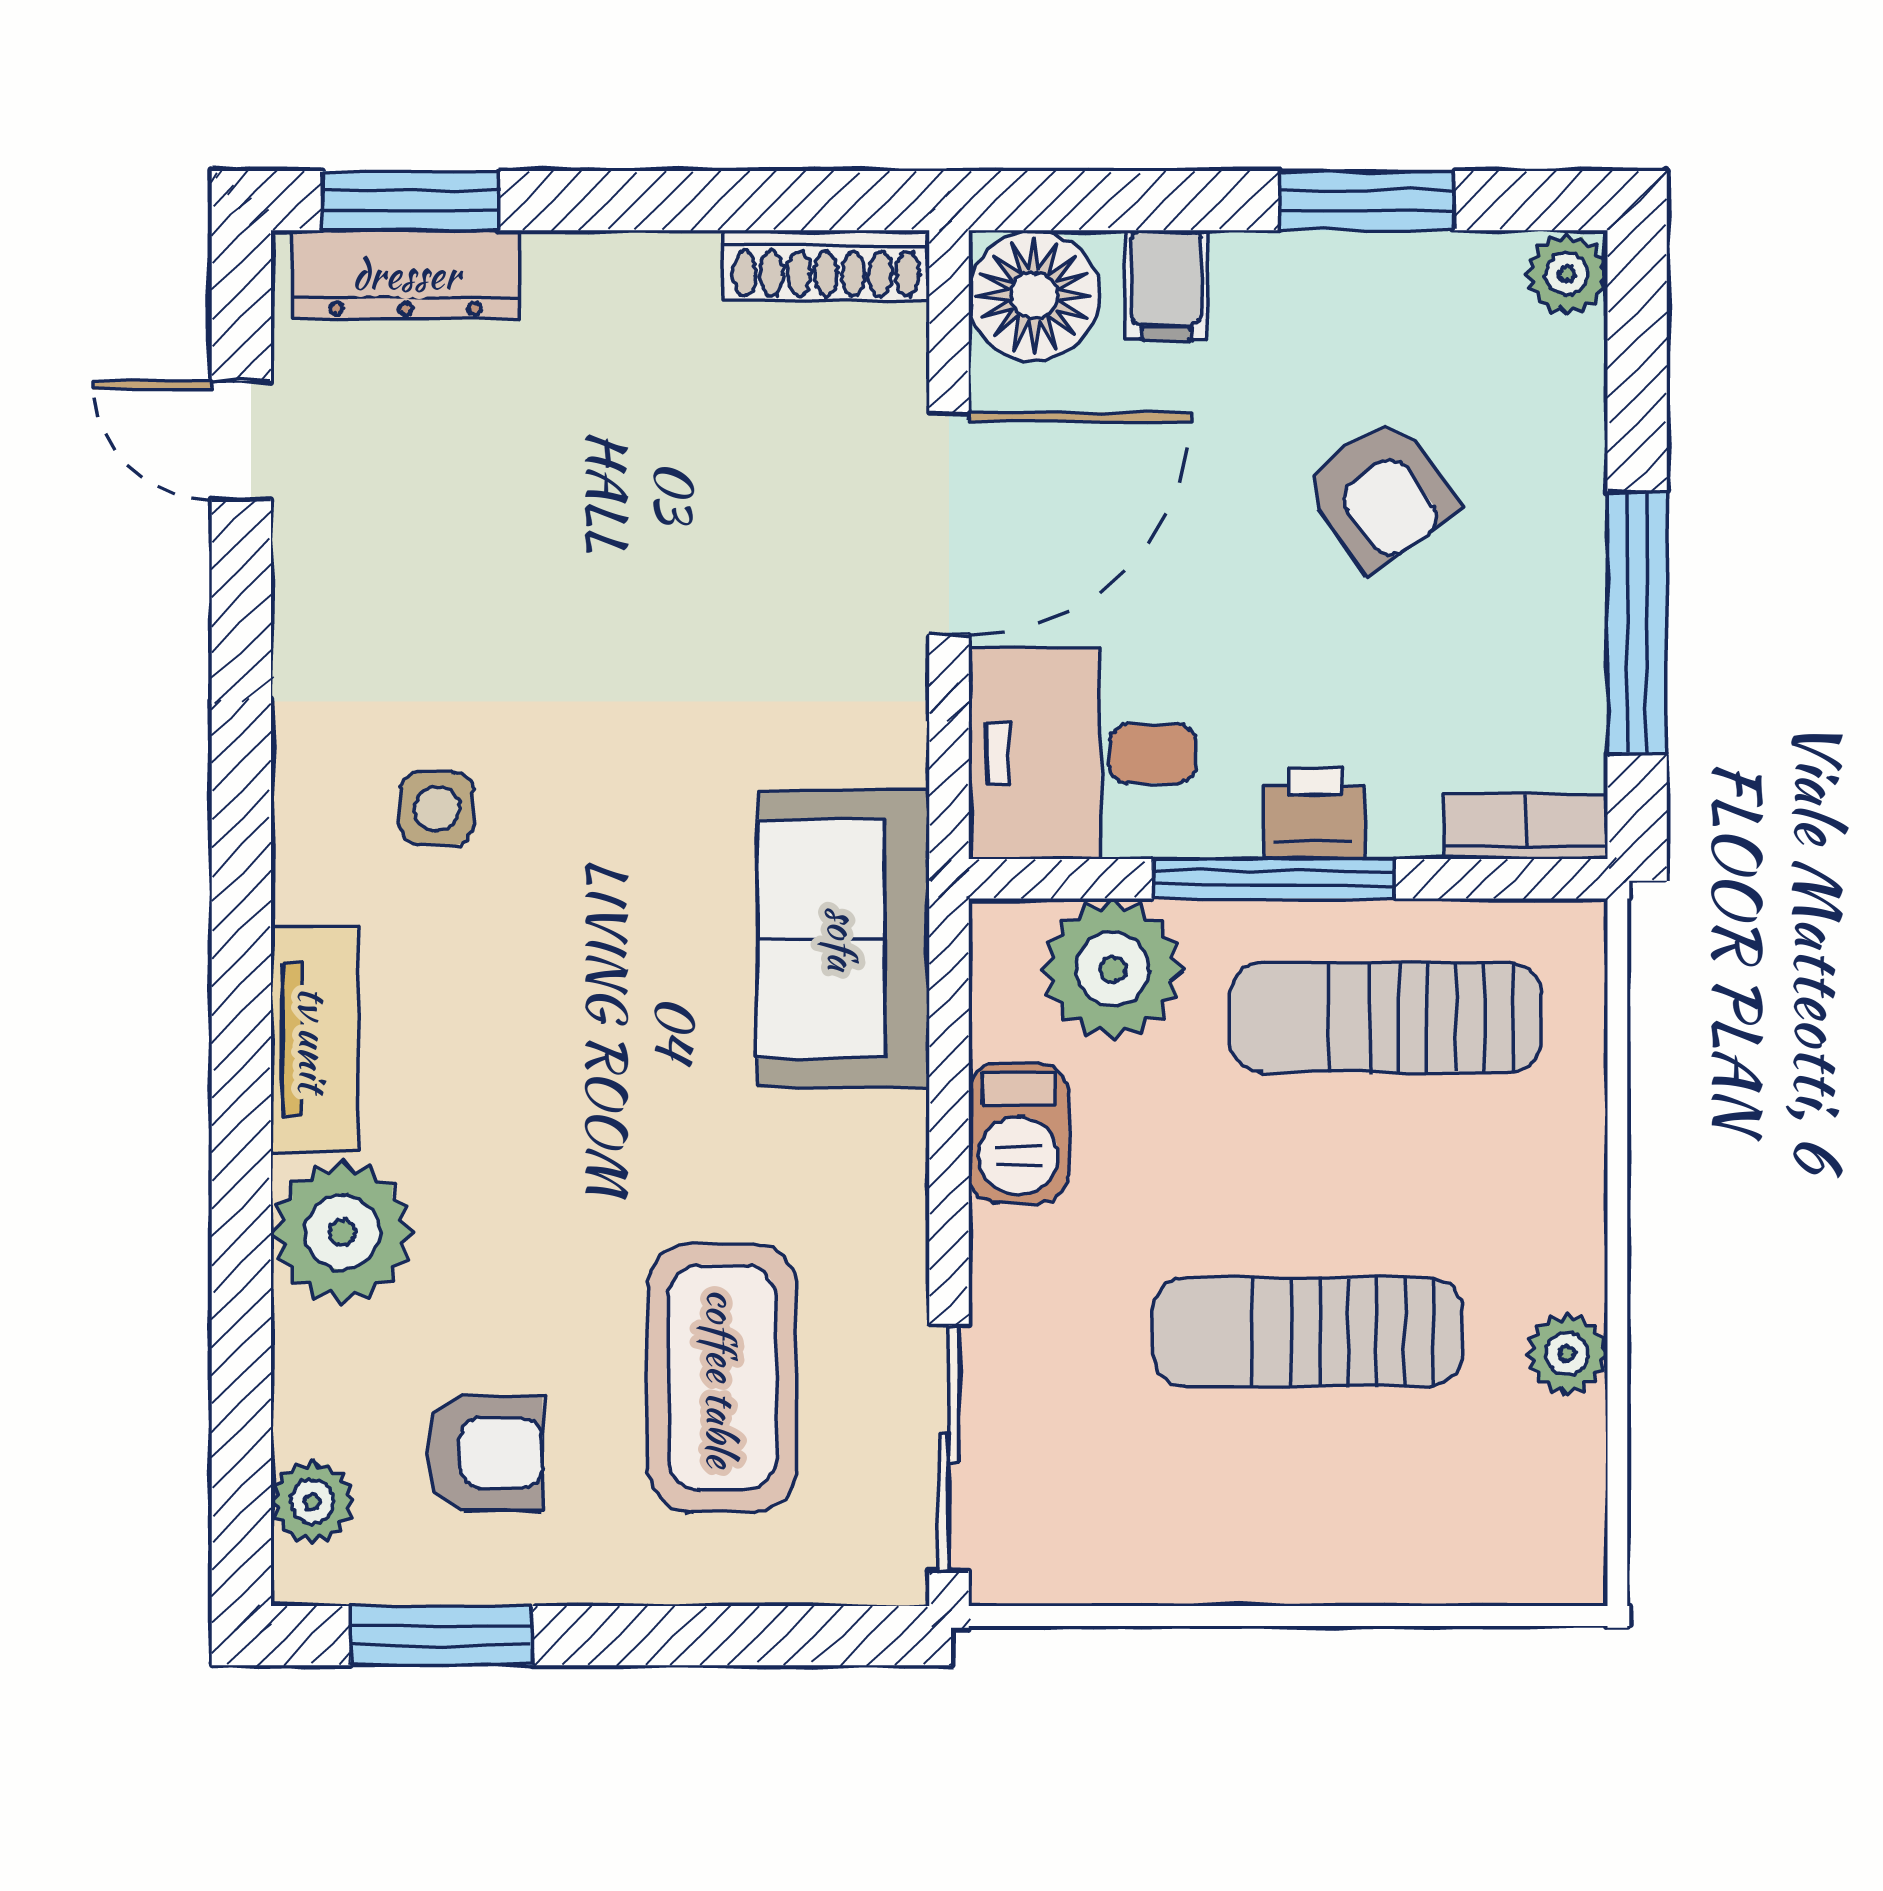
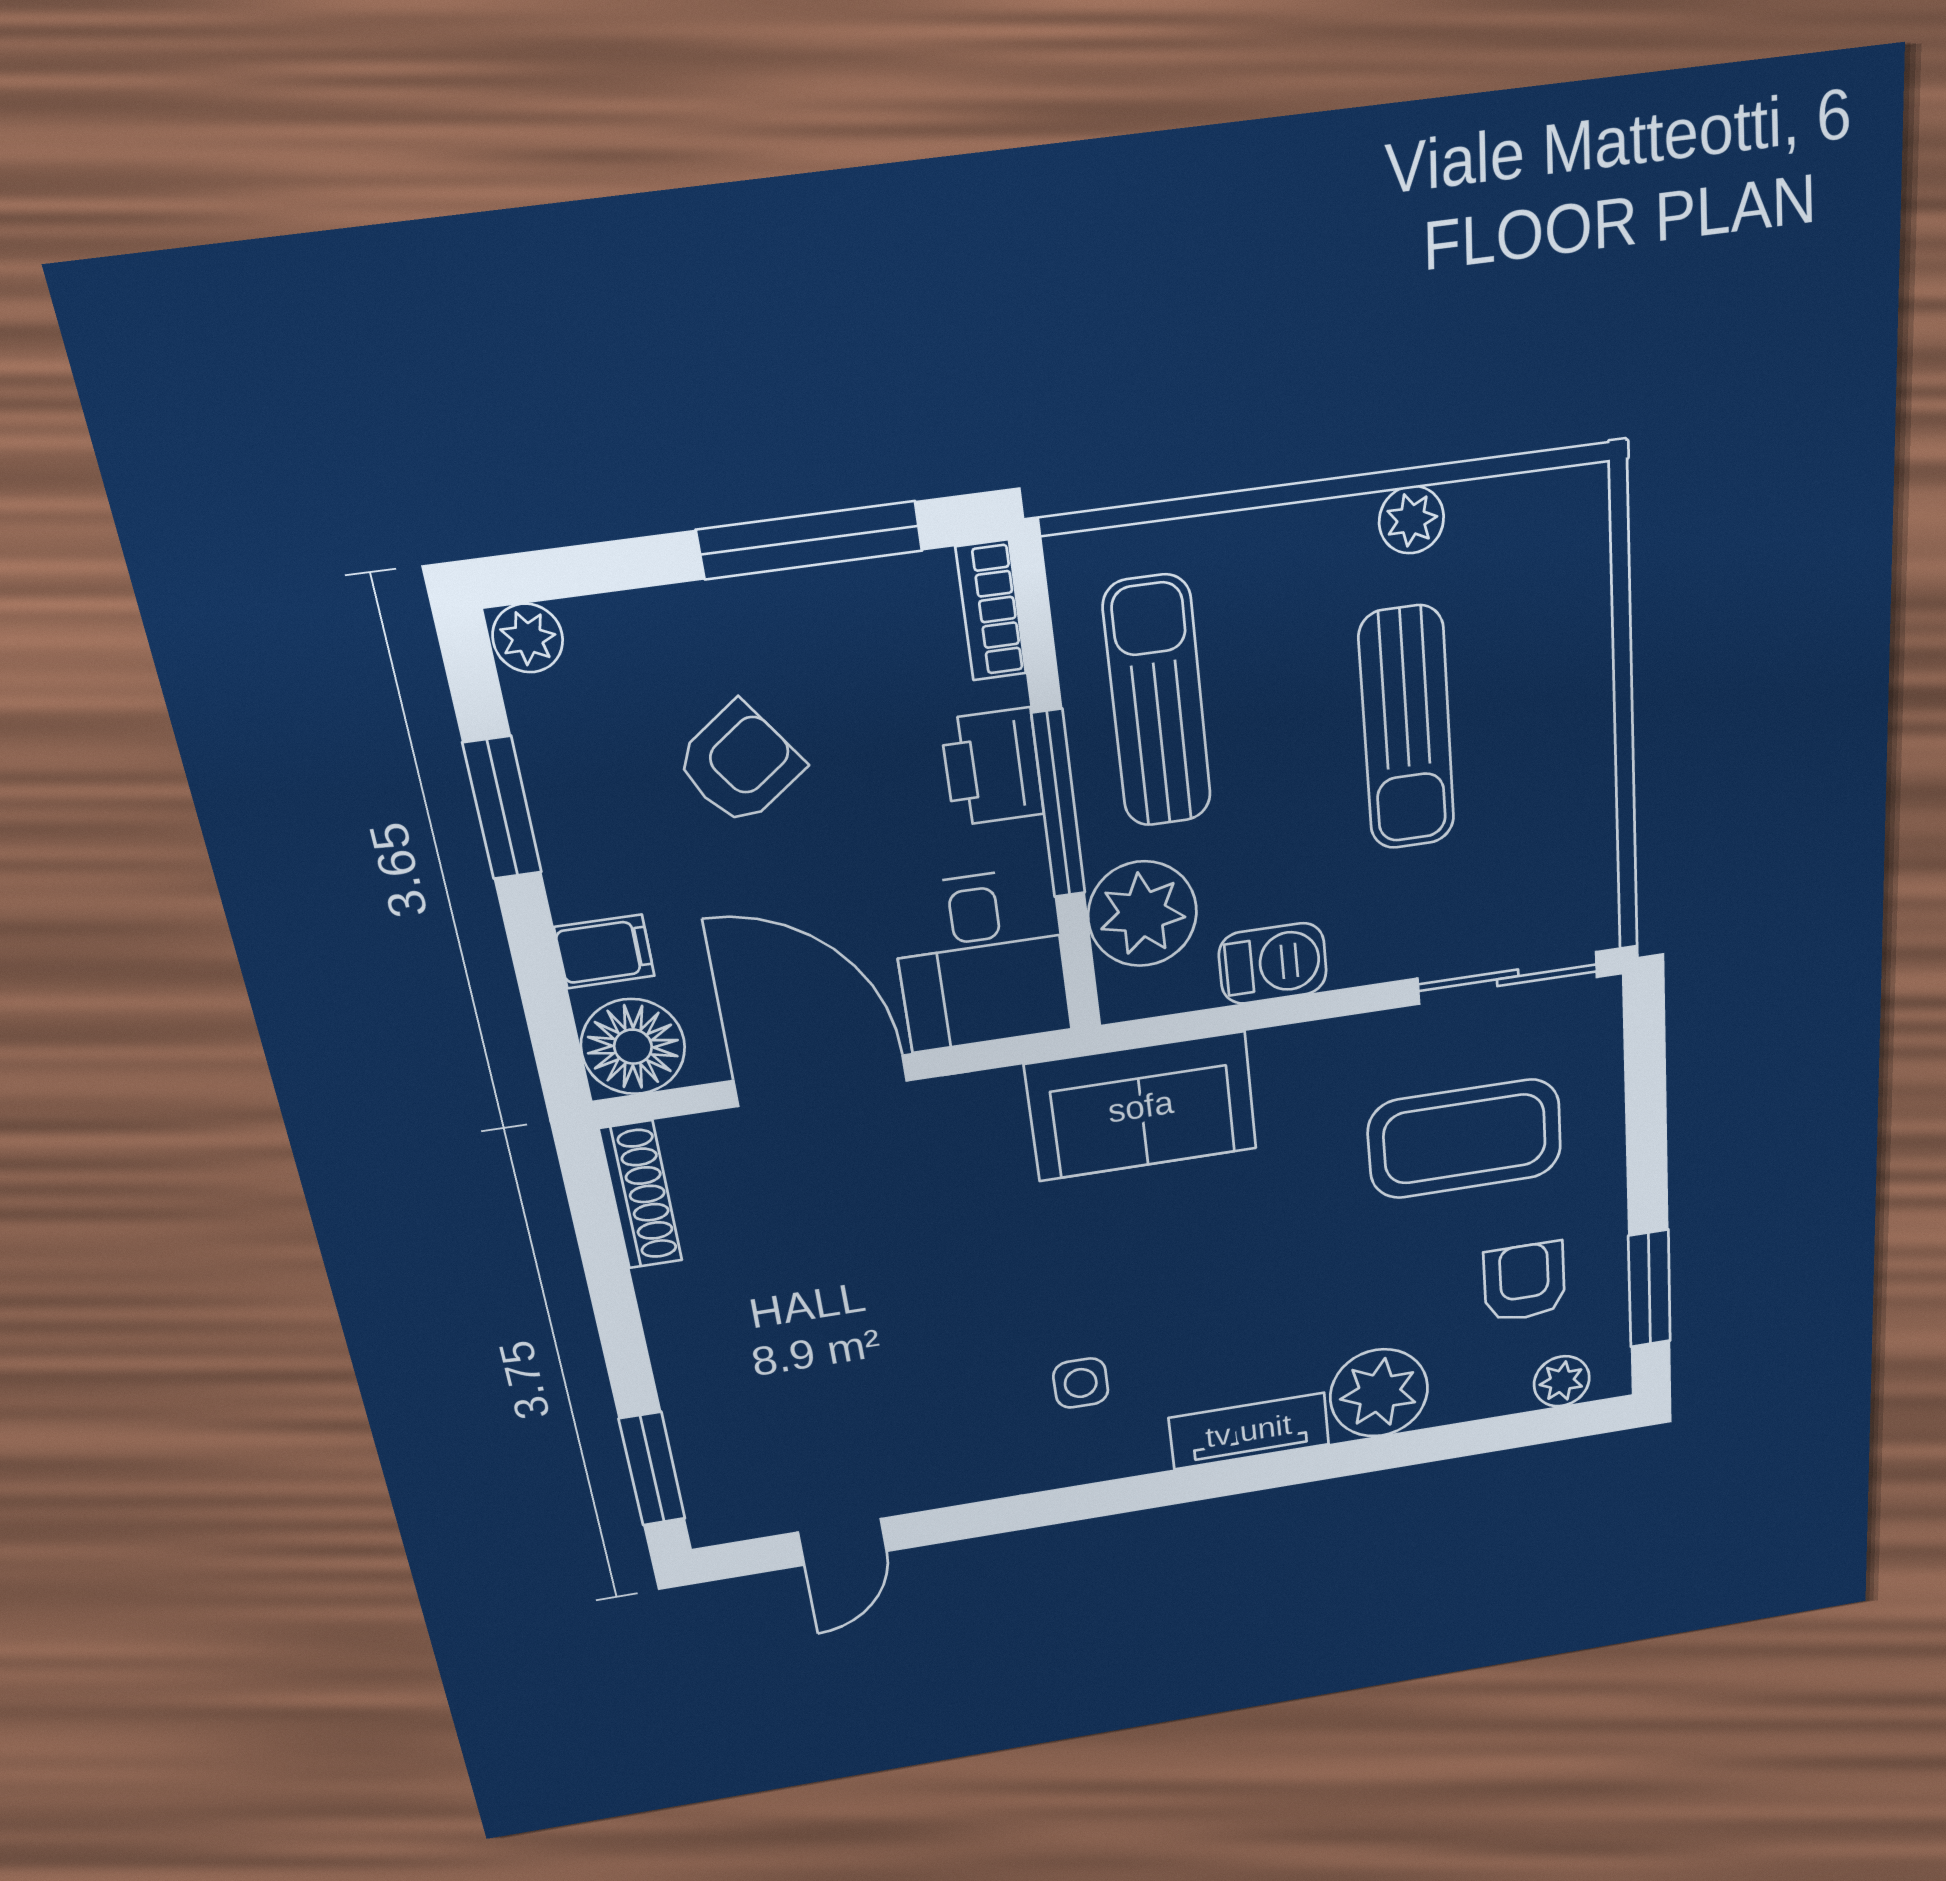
dresser: (406, 274) -> (706, 1463), removed
printer: (1314, 813) -> (992, 767), width x1.36, depth x1.24
sun lounger: (1386, 1017) -> (1157, 702), turned 180

